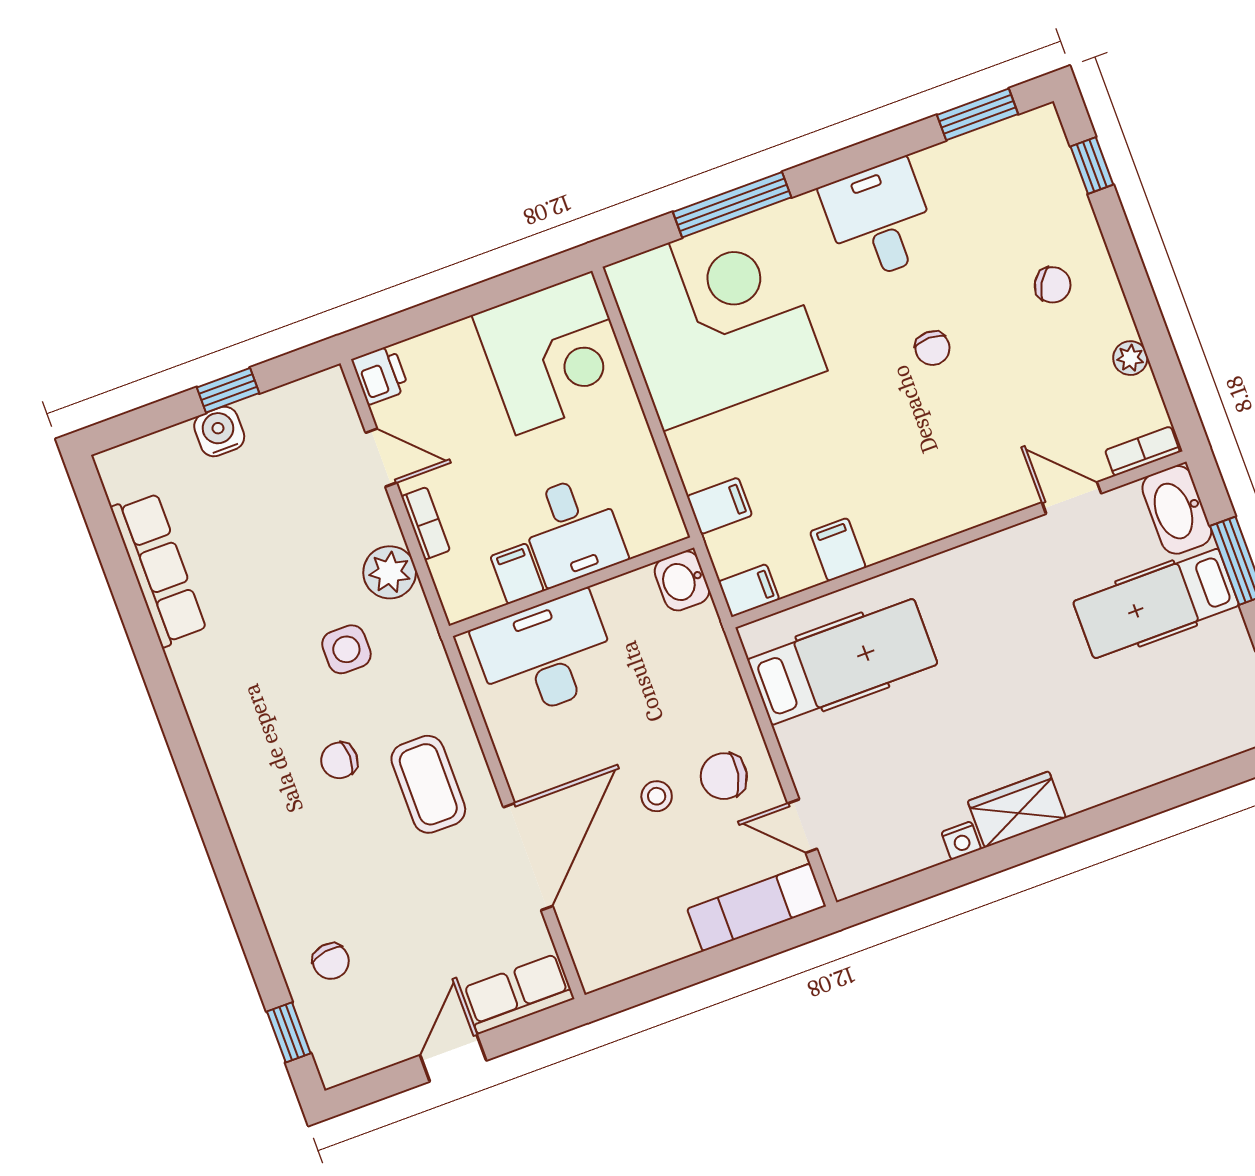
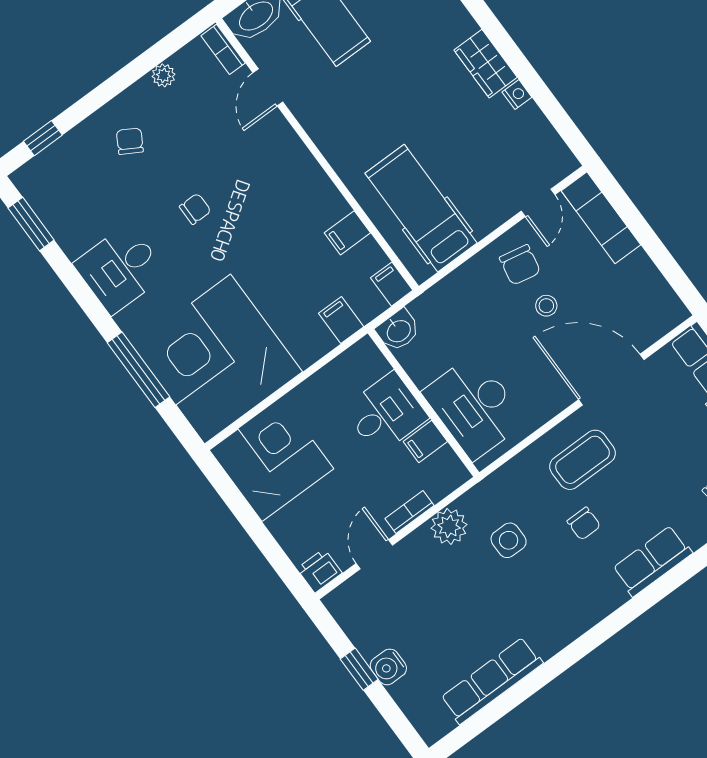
row of seats: (260, 840) -> (652, 561), added

